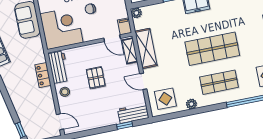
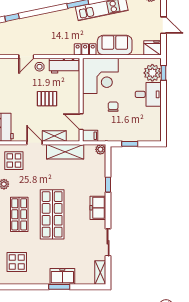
door: (112, 38) -> (81, 122), hinge flipped
shelving: (130, 51) -> (54, 136), moved
locker: (43, 75) -> (85, 49), moved
door: (143, 81) -> (34, 143), hinge flipped
door: (60, 122) -> (26, 57), moved

